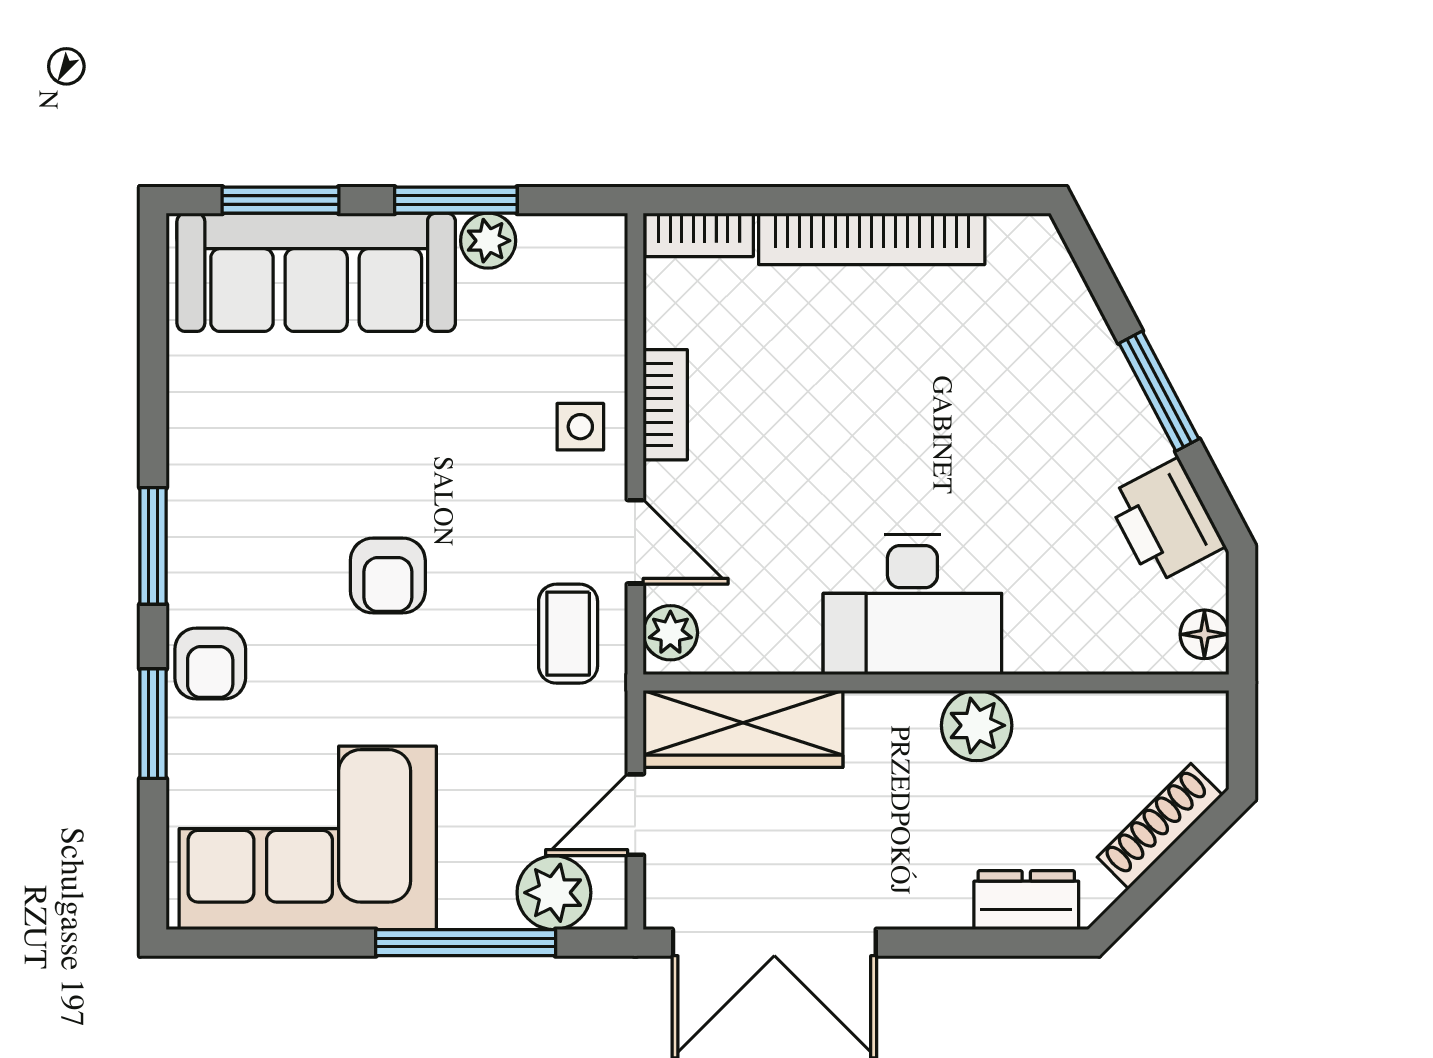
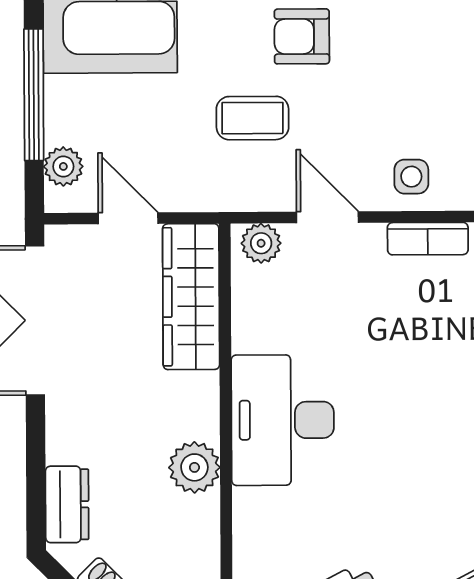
door: (635, 542) -> (327, 217), swing flipped
coffee table: (568, 634) -> (253, 118), moved
plant: (554, 893) -> (63, 166), width x0.73, depth x0.73

